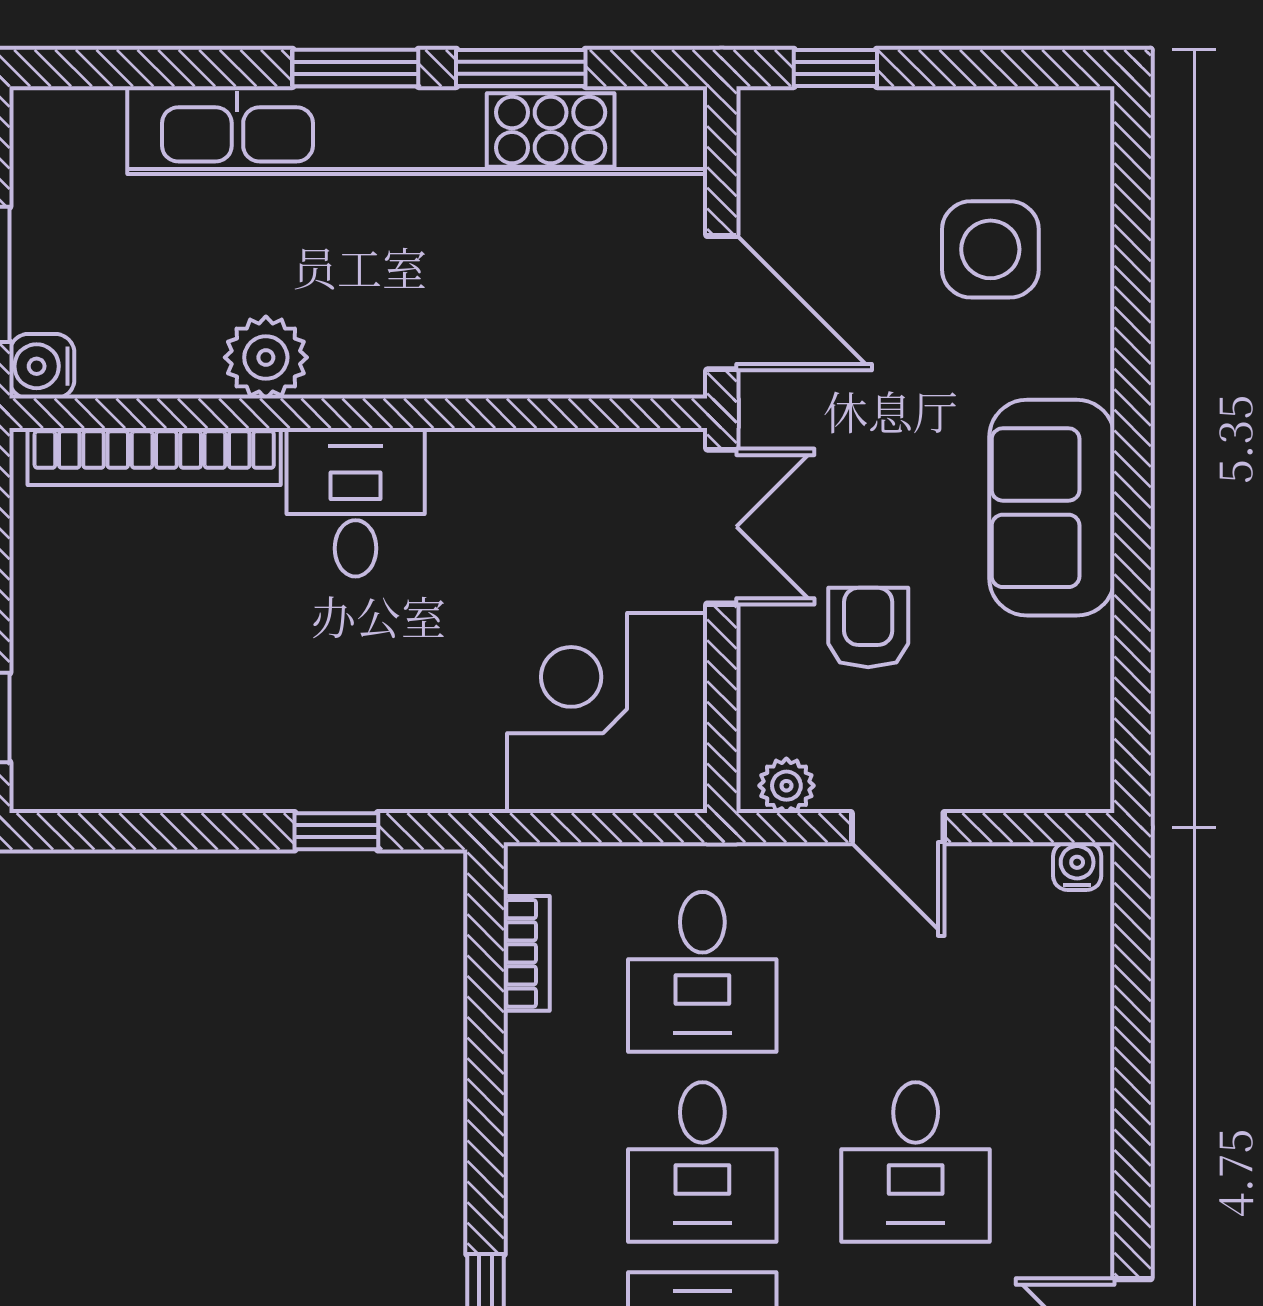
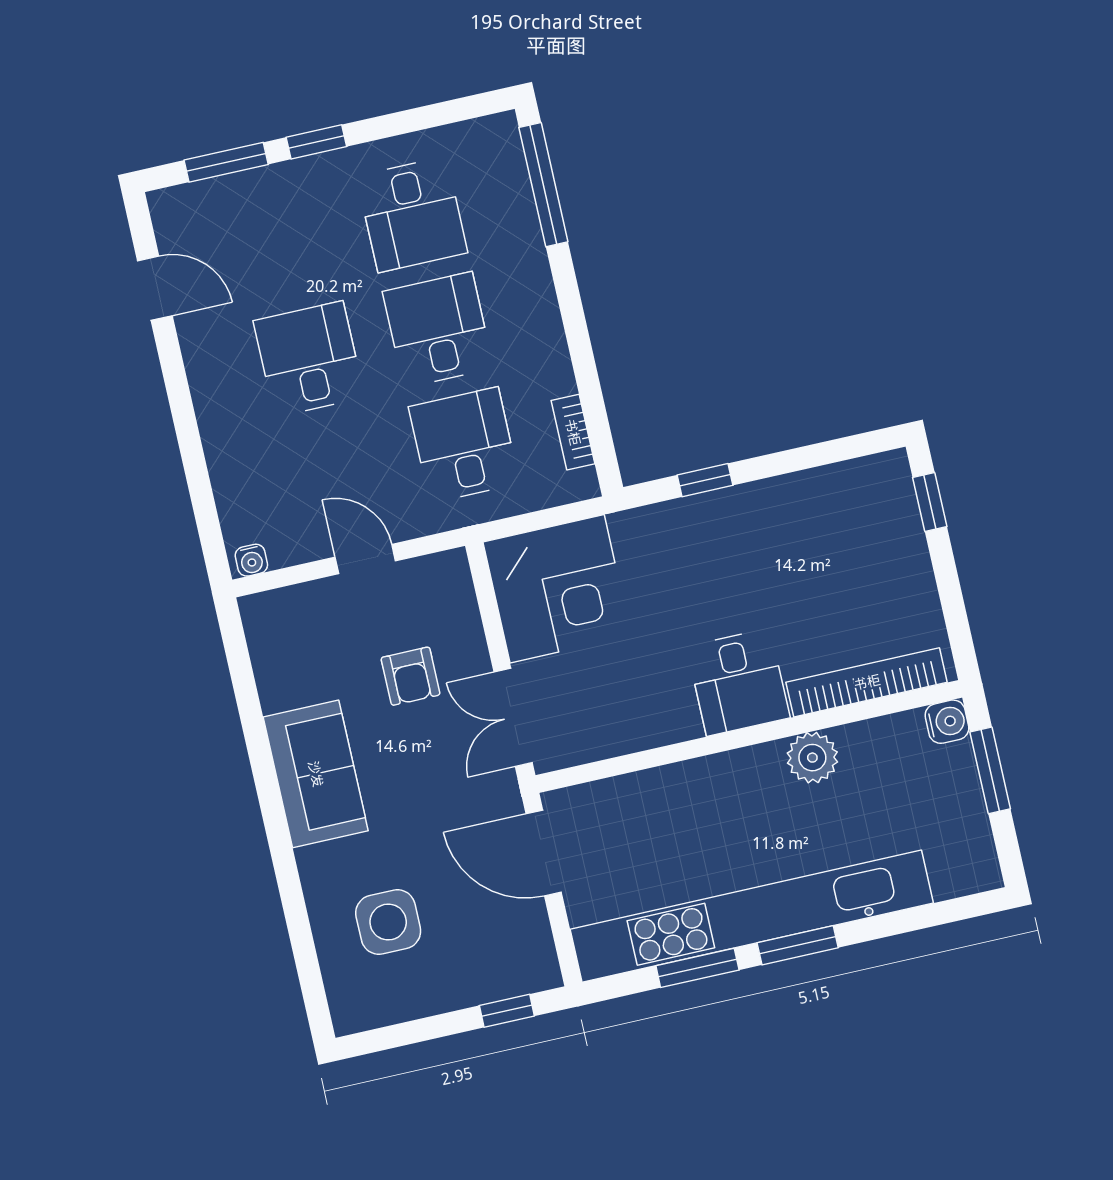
plant: (786, 786) -> (438, 569), removed

